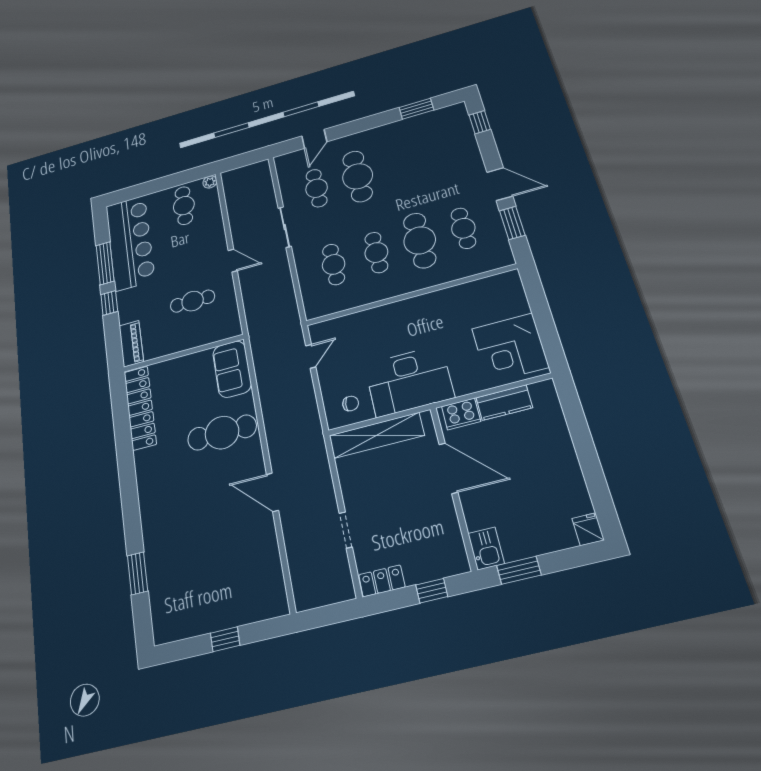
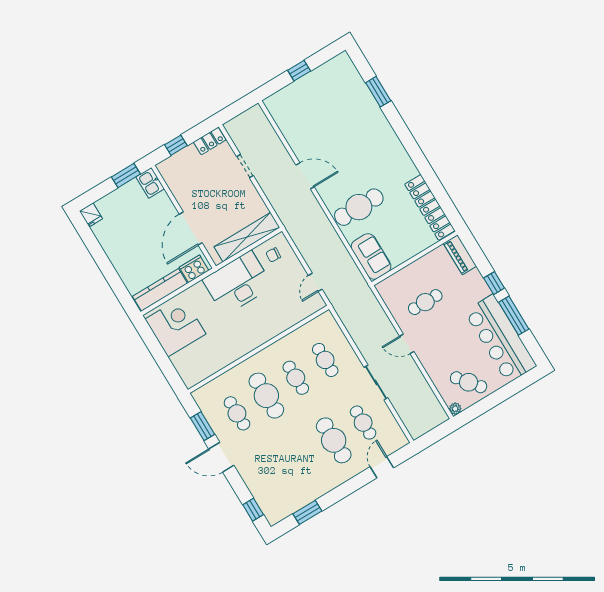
cafe table: (184, 206) -> (469, 382), turned -41
kitchen counter: (504, 403) -> (160, 290), width x1.50
door: (448, 468) -> (191, 229), hinge flipped

